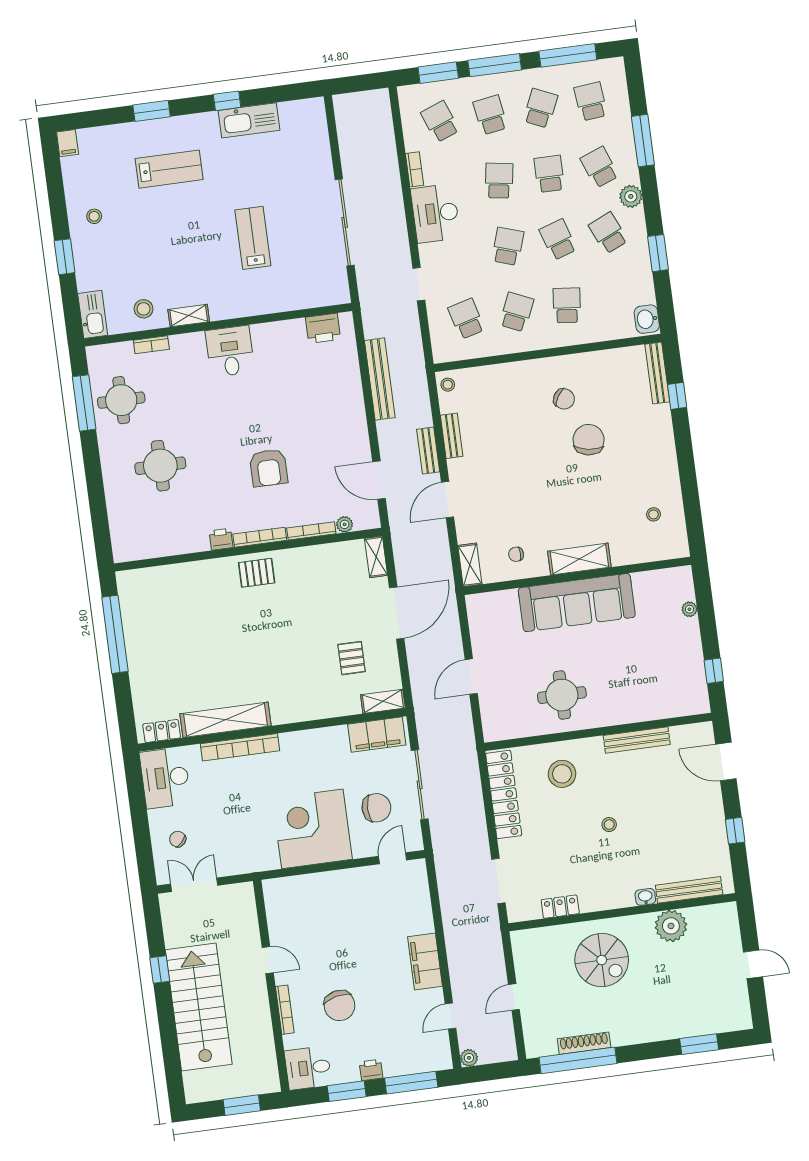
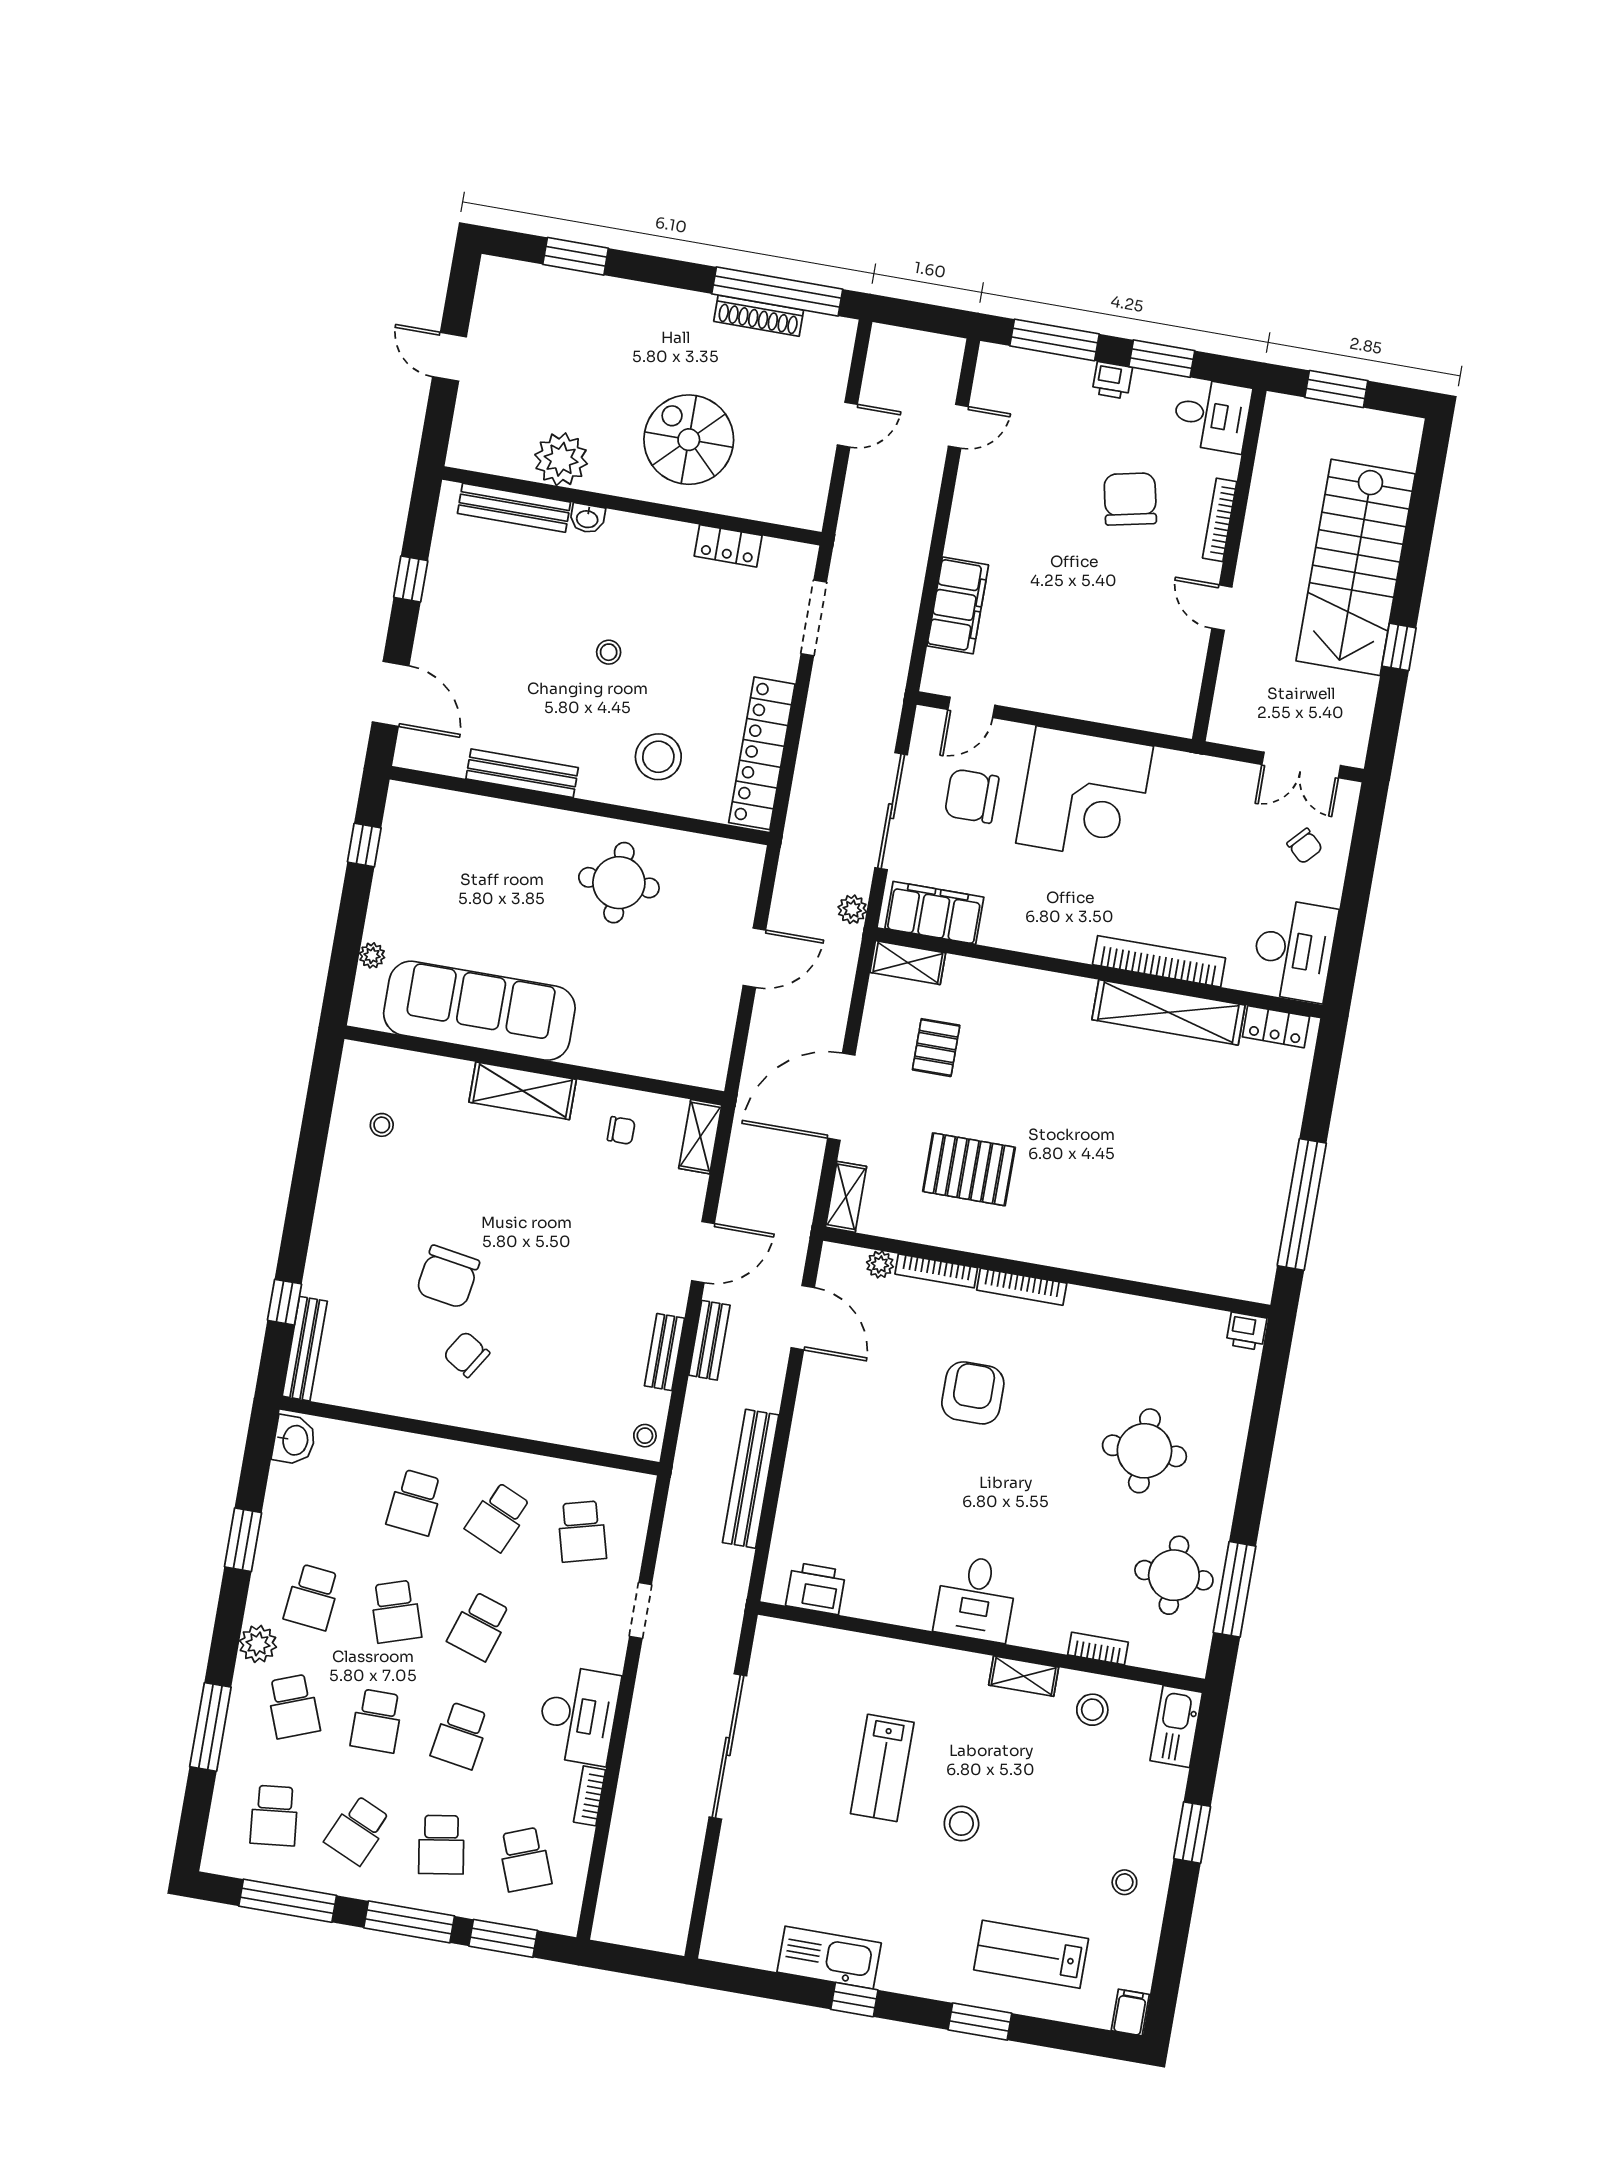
lab bench: (169, 169) -> (1031, 1954), moved
stool: (198, 220) -> (961, 1824), added
school desk: (608, 233) -> (312, 1597), turned 30
printer: (221, 539) -> (1246, 1331), moved
pallet: (257, 573) -> (969, 1169), moved, width x1.50, depth x1.42
sofa: (577, 603) -> (479, 1011), moved
filing cabinet: (425, 962) -> (958, 605), moved
plant: (469, 1058) -> (852, 909), moved

